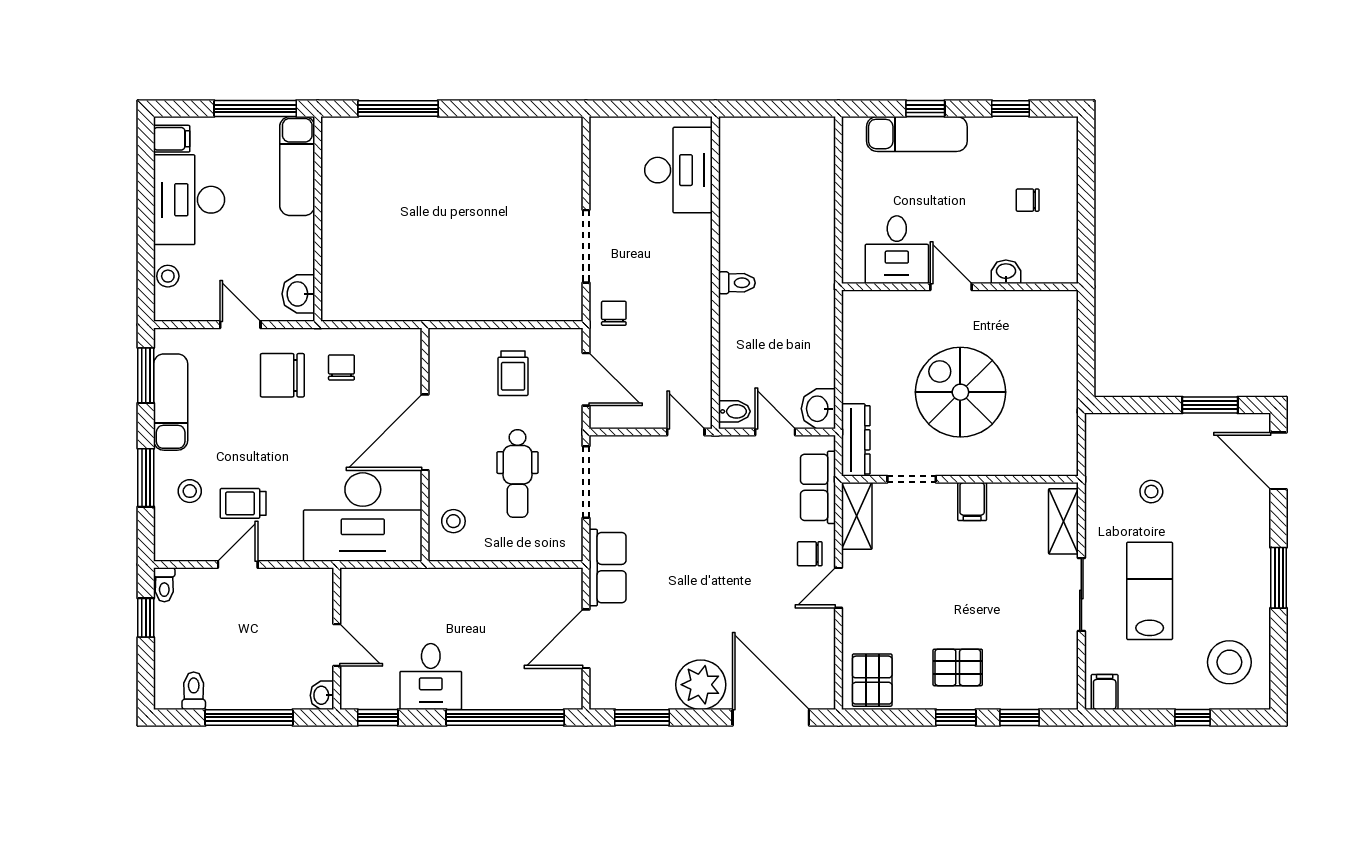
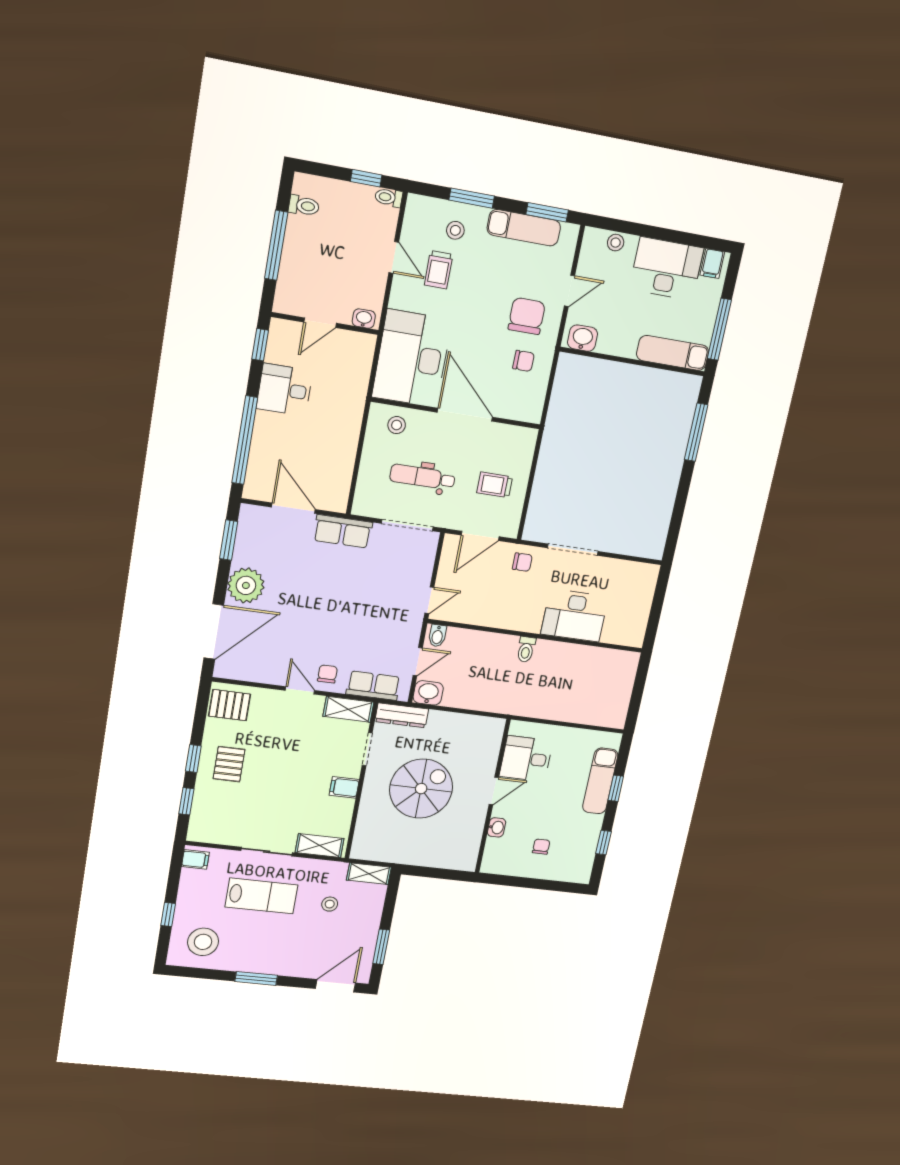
desk: (679, 170) -> (575, 615), moved
shelving: (1098, 443) -> (369, 874), added
trolley: (243, 503) -> (439, 270), turned 180
washbasin: (322, 695) -> (364, 319), moved

